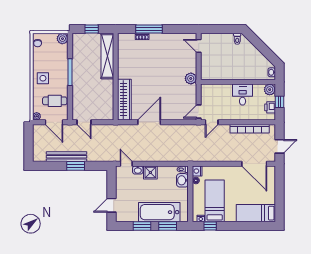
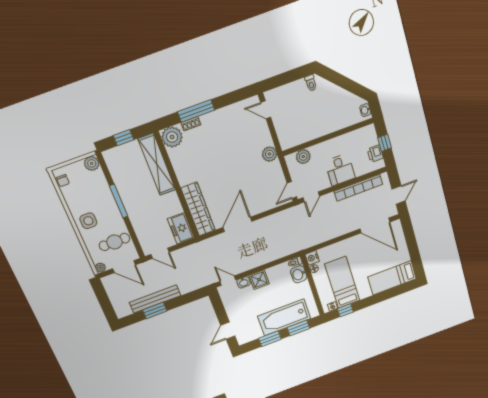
plant: (125, 41) -> (172, 137), added
plant: (270, 90) -> (303, 157), moved
desk: (243, 95) -> (340, 170), moved, turned 180
freezer: (106, 109) -> (181, 228), added
window: (76, 166) -> (155, 311), moved

